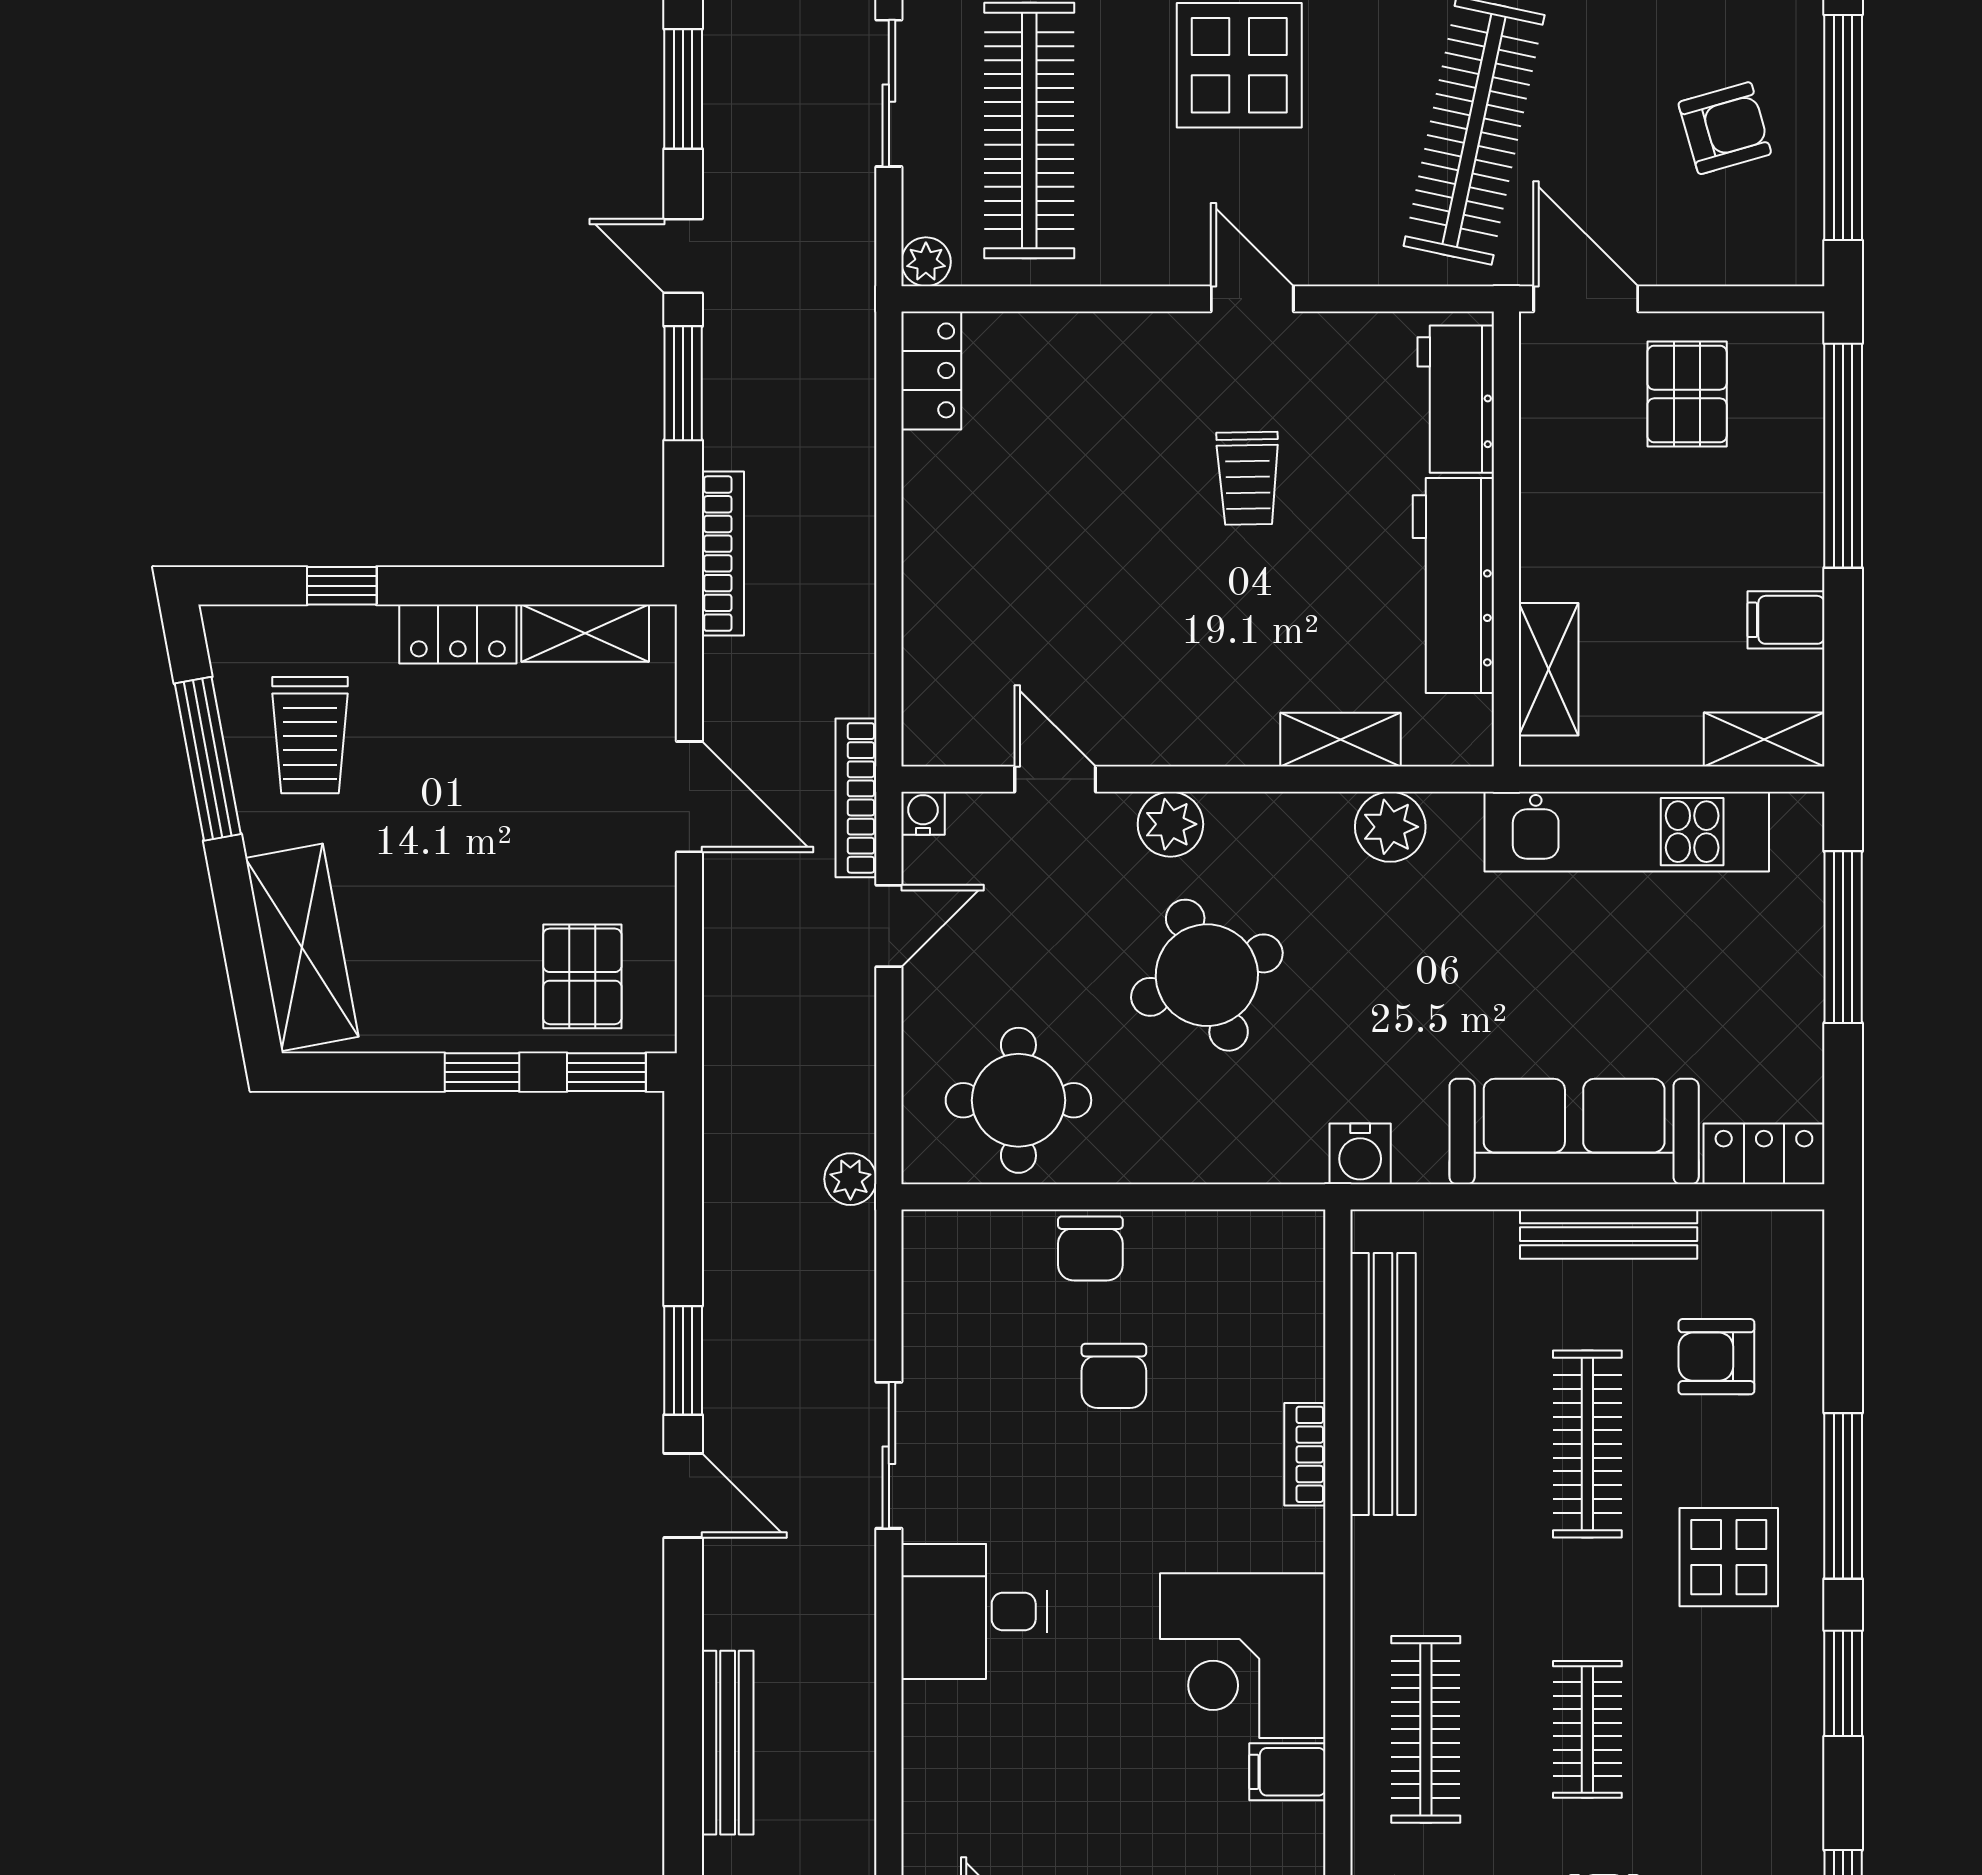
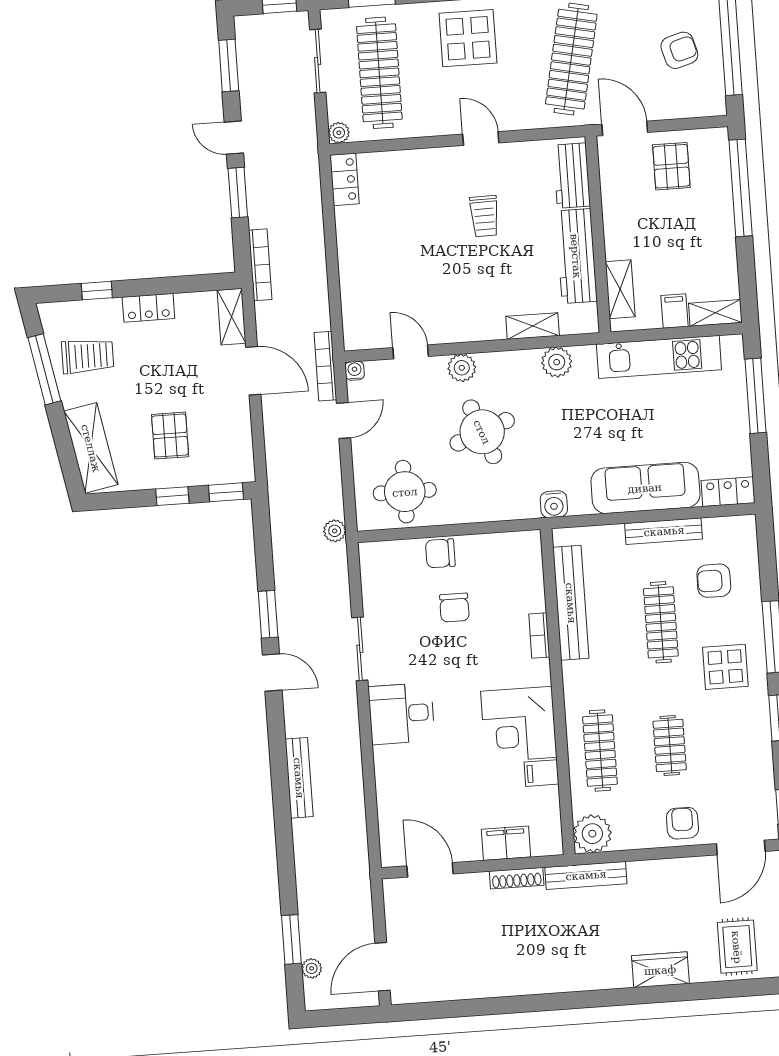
filing cabinet: (1786, 620) -> (674, 311), moved, turned 90
shelving: (585, 633) -> (232, 317), moved, turned 90
trolley: (310, 735) -> (88, 356), turned -90
pallet: (582, 976) -> (170, 436), moved
chair: (1090, 1248) -> (440, 553), turned 90

